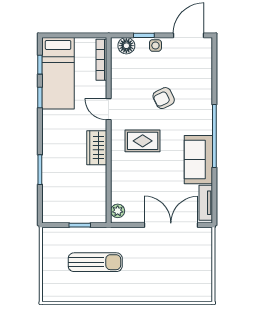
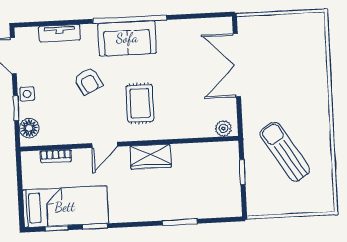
bookcase: (101, 60) -> (56, 156), width x0.64
sofa: (198, 160) -> (127, 38), moved
tv unit: (206, 203) -> (60, 33), moved
sun lounger: (95, 262) -> (285, 152), turned -32

